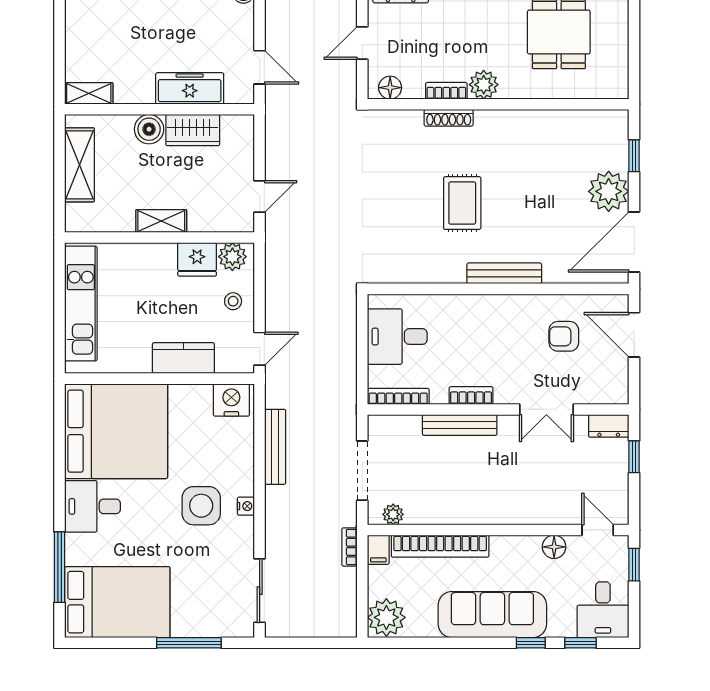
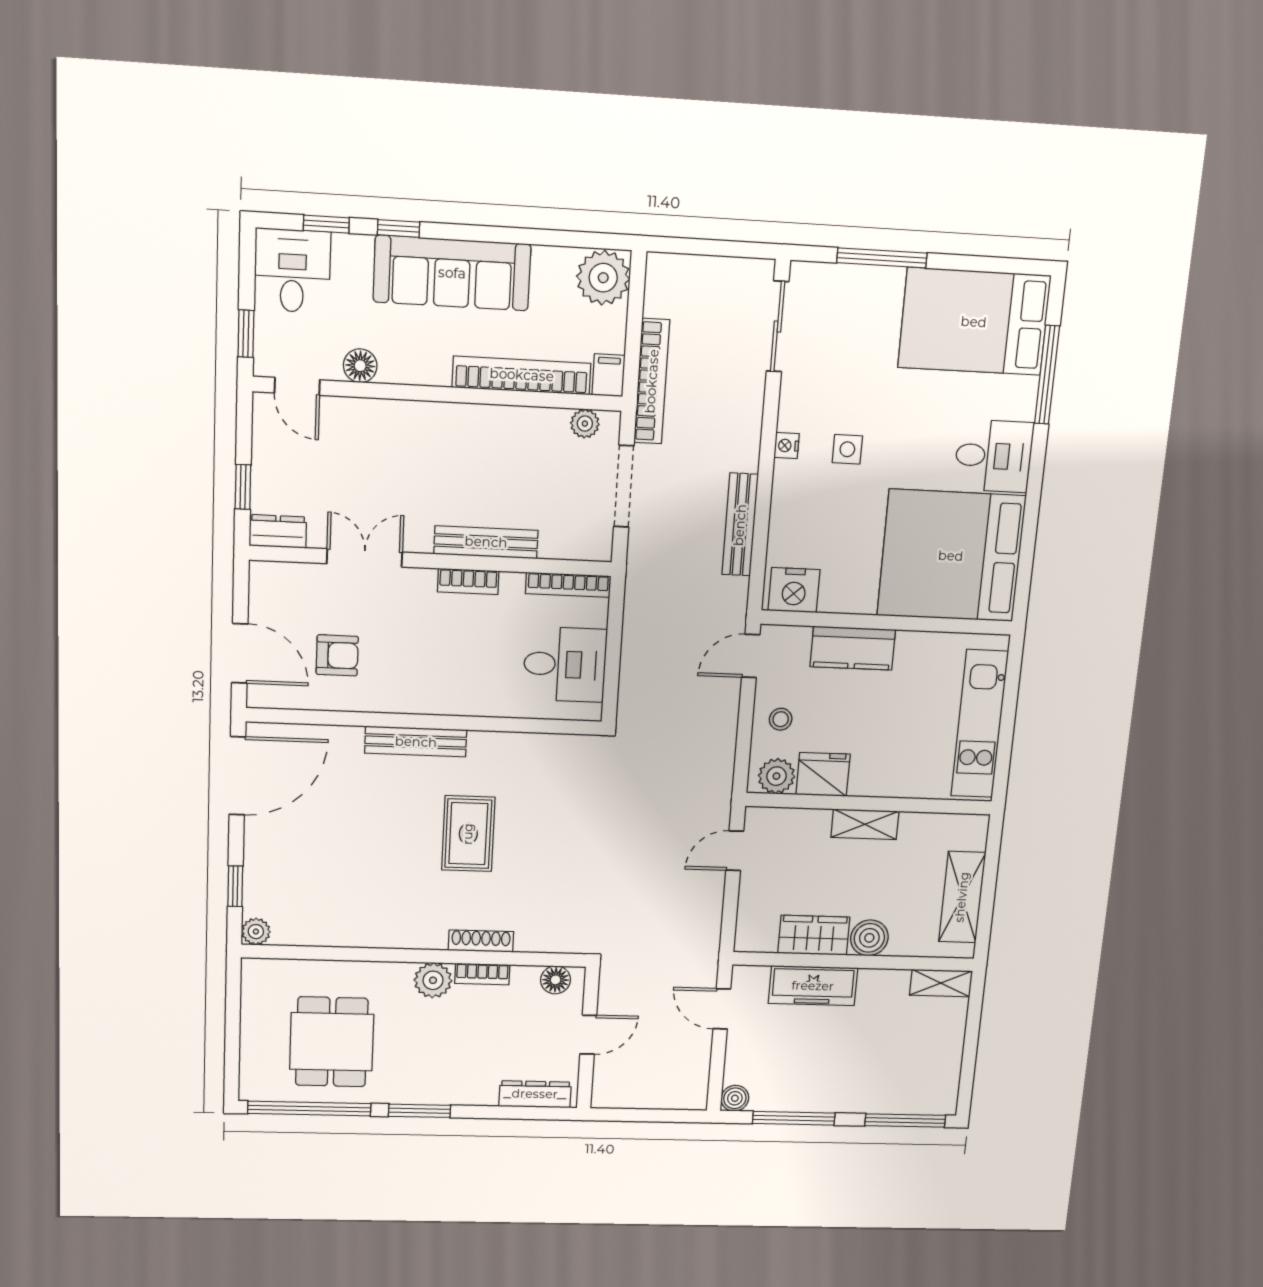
plant: (609, 191) -> (256, 932), moved, width x0.53, depth x0.53
side table: (201, 506) -> (847, 449), width x0.54, depth x0.54
bookcase: (349, 547) -> (652, 381), width x2.31, depth x1.31

